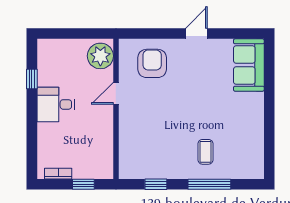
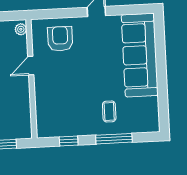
plant: (100, 56) -> (21, 29), width x0.53, depth x0.53
sofa: (249, 65) -> (140, 55), width x1.85, depth x1.27

